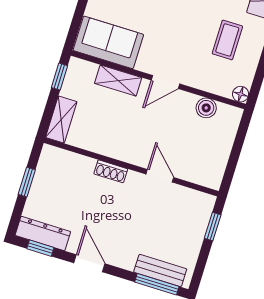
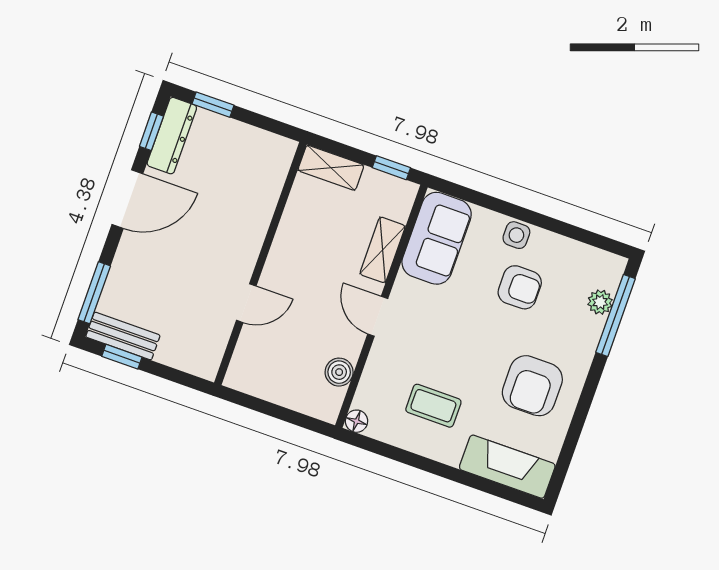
shoe rack: (111, 171) -> (255, 234), removed
window: (27, 182) -> (213, 105), moved
window: (213, 226) -> (122, 357), moved
door: (89, 263) -> (127, 199), width x1.38
bench: (160, 270) -> (123, 336), moved, turned 90

